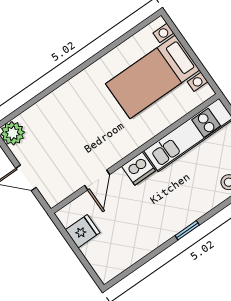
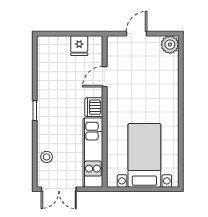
door: (97, 180) -> (105, 77), hinge flipped

